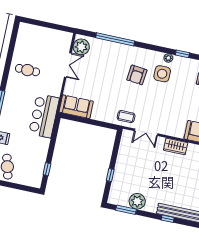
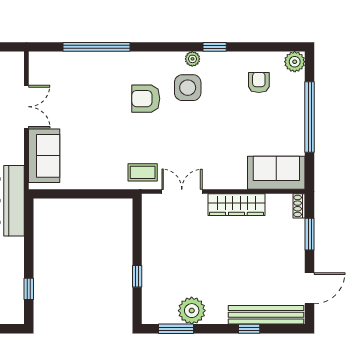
plant: (81, 47) -> (42, 72), removed
armchair: (137, 75) -> (146, 99), turned 84
sofa: (76, 107) -> (44, 156), moved, turned 90
double door: (146, 132) -> (182, 191), swing flipped
wardrobe: (176, 146) -> (236, 205), width x1.50

